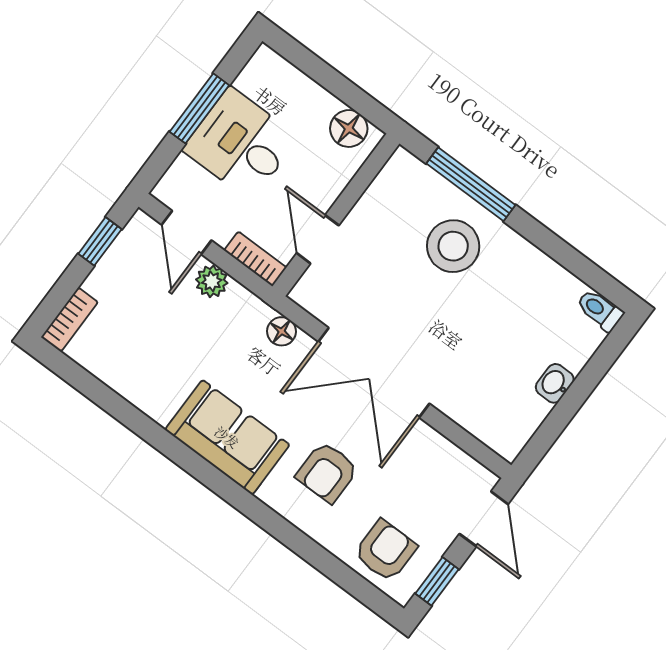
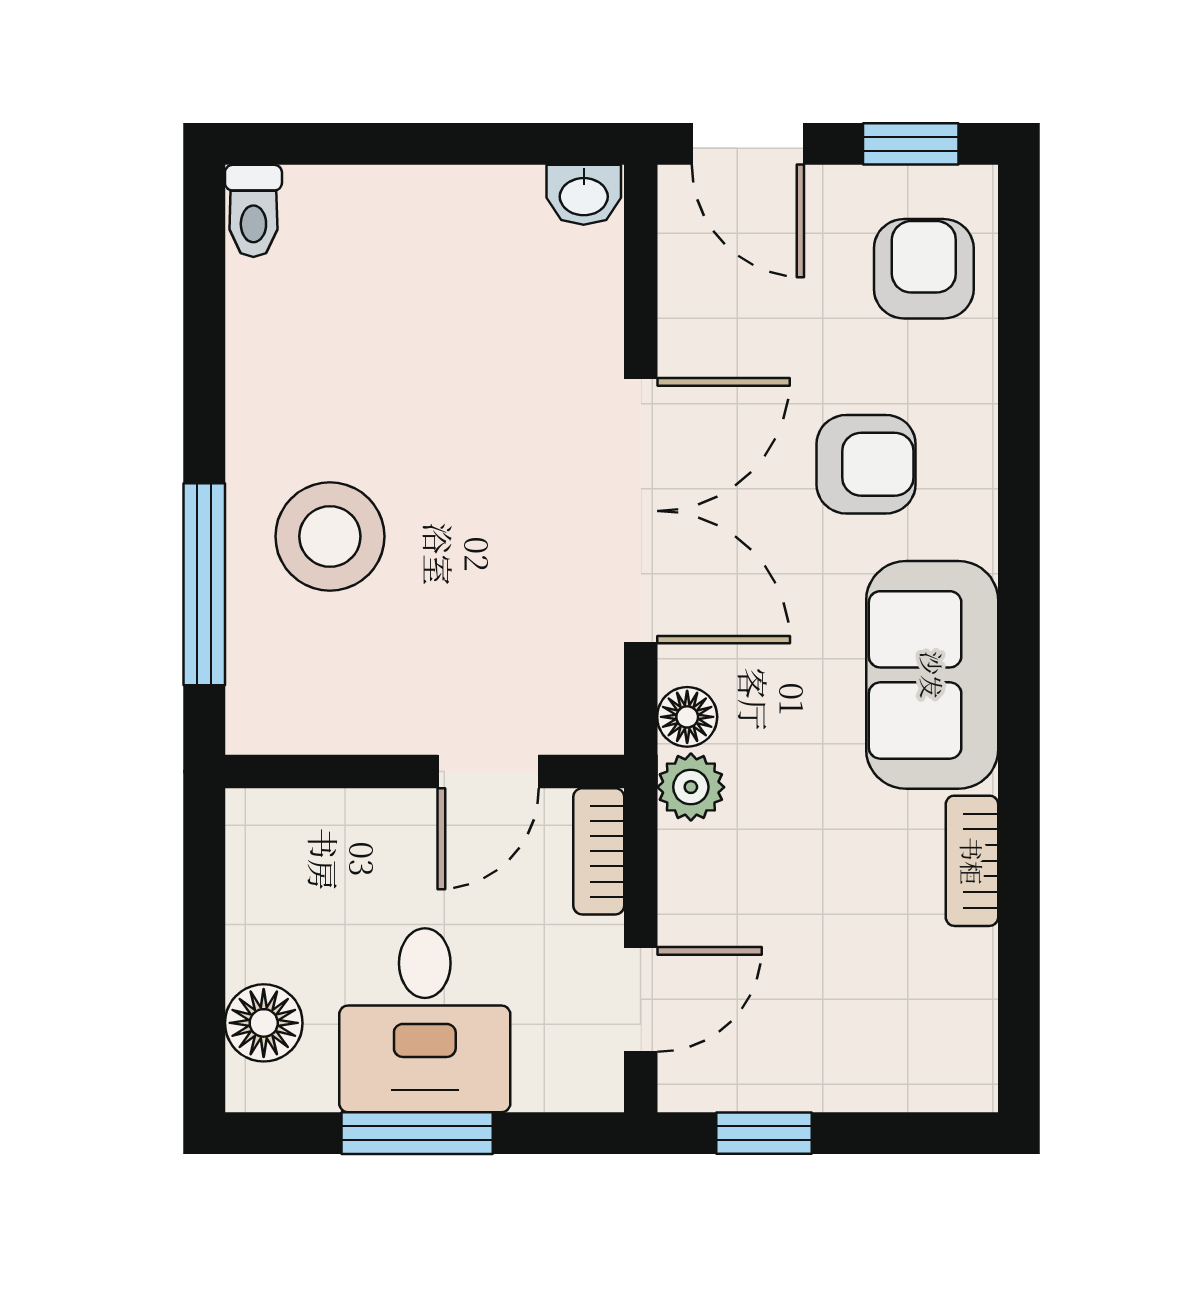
floor lamp: (349, 128) -> (264, 1023), moved
plant: (212, 281) -> (691, 787), moved
bookcase: (69, 320) -> (972, 861), moved, turned -90
washbasin: (555, 383) -> (584, 195), moved
door: (484, 519) -> (748, 144), swing flipped
armchair: (385, 551) -> (924, 269), turned 90

